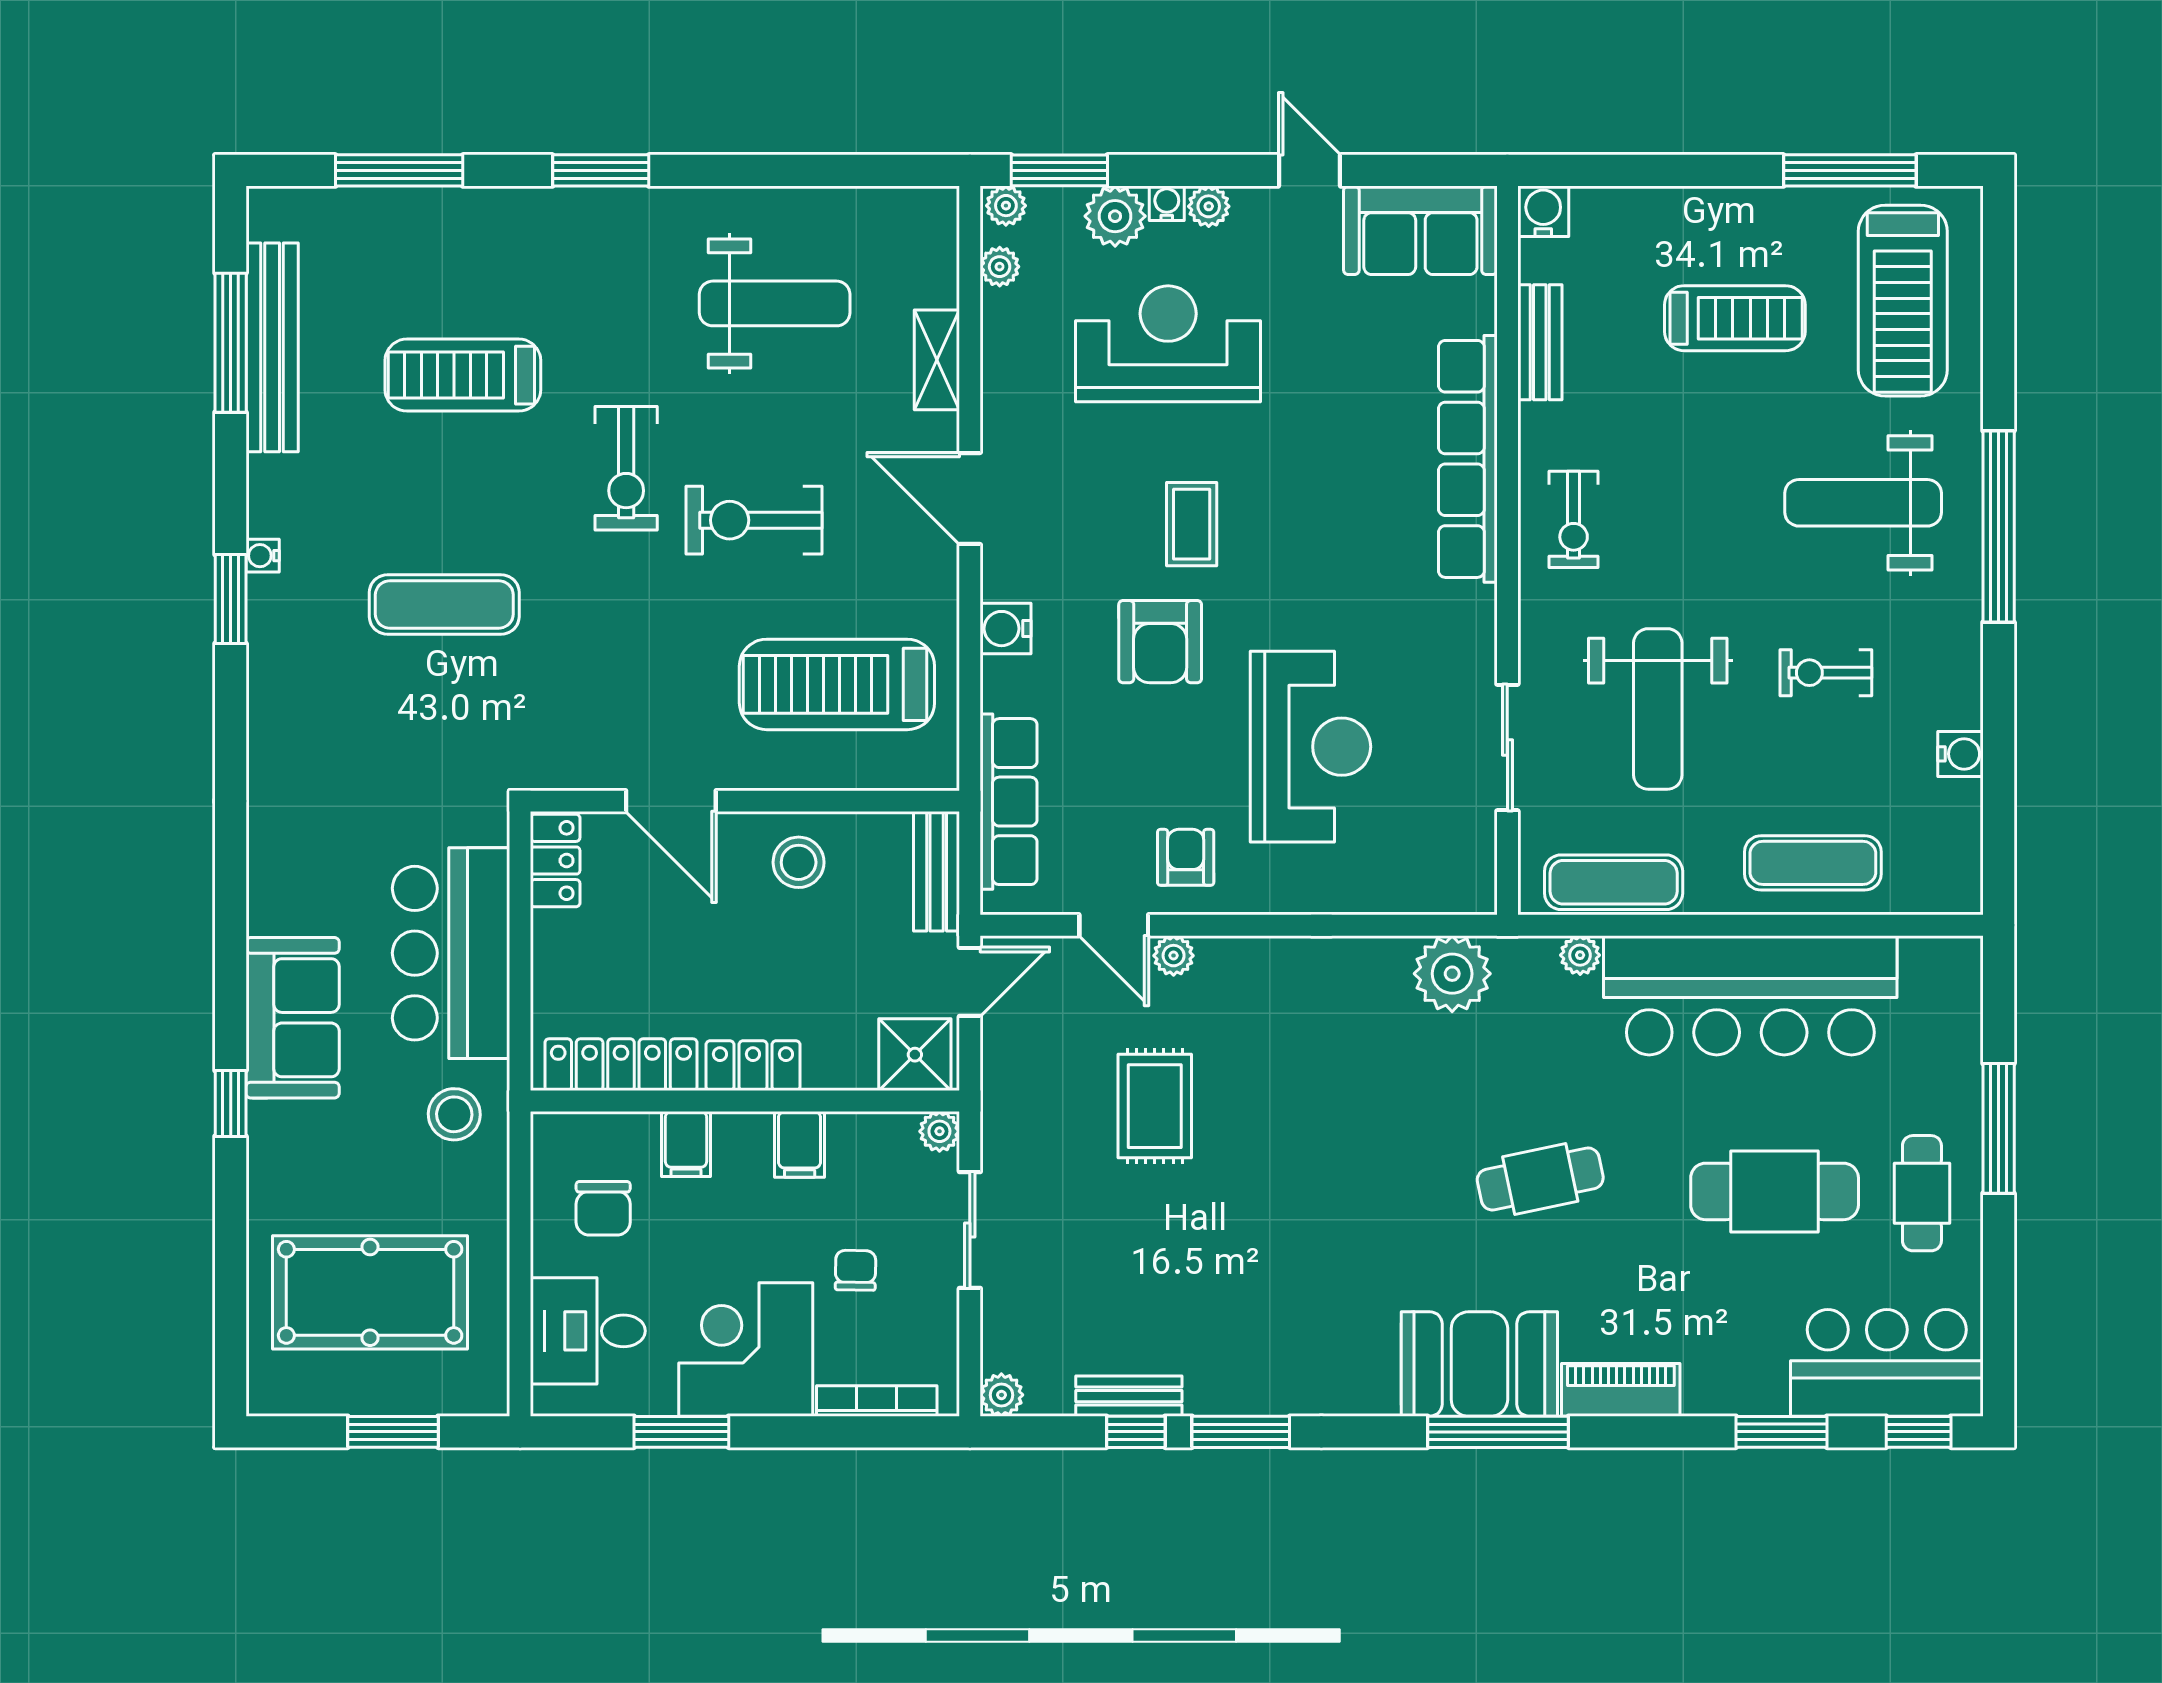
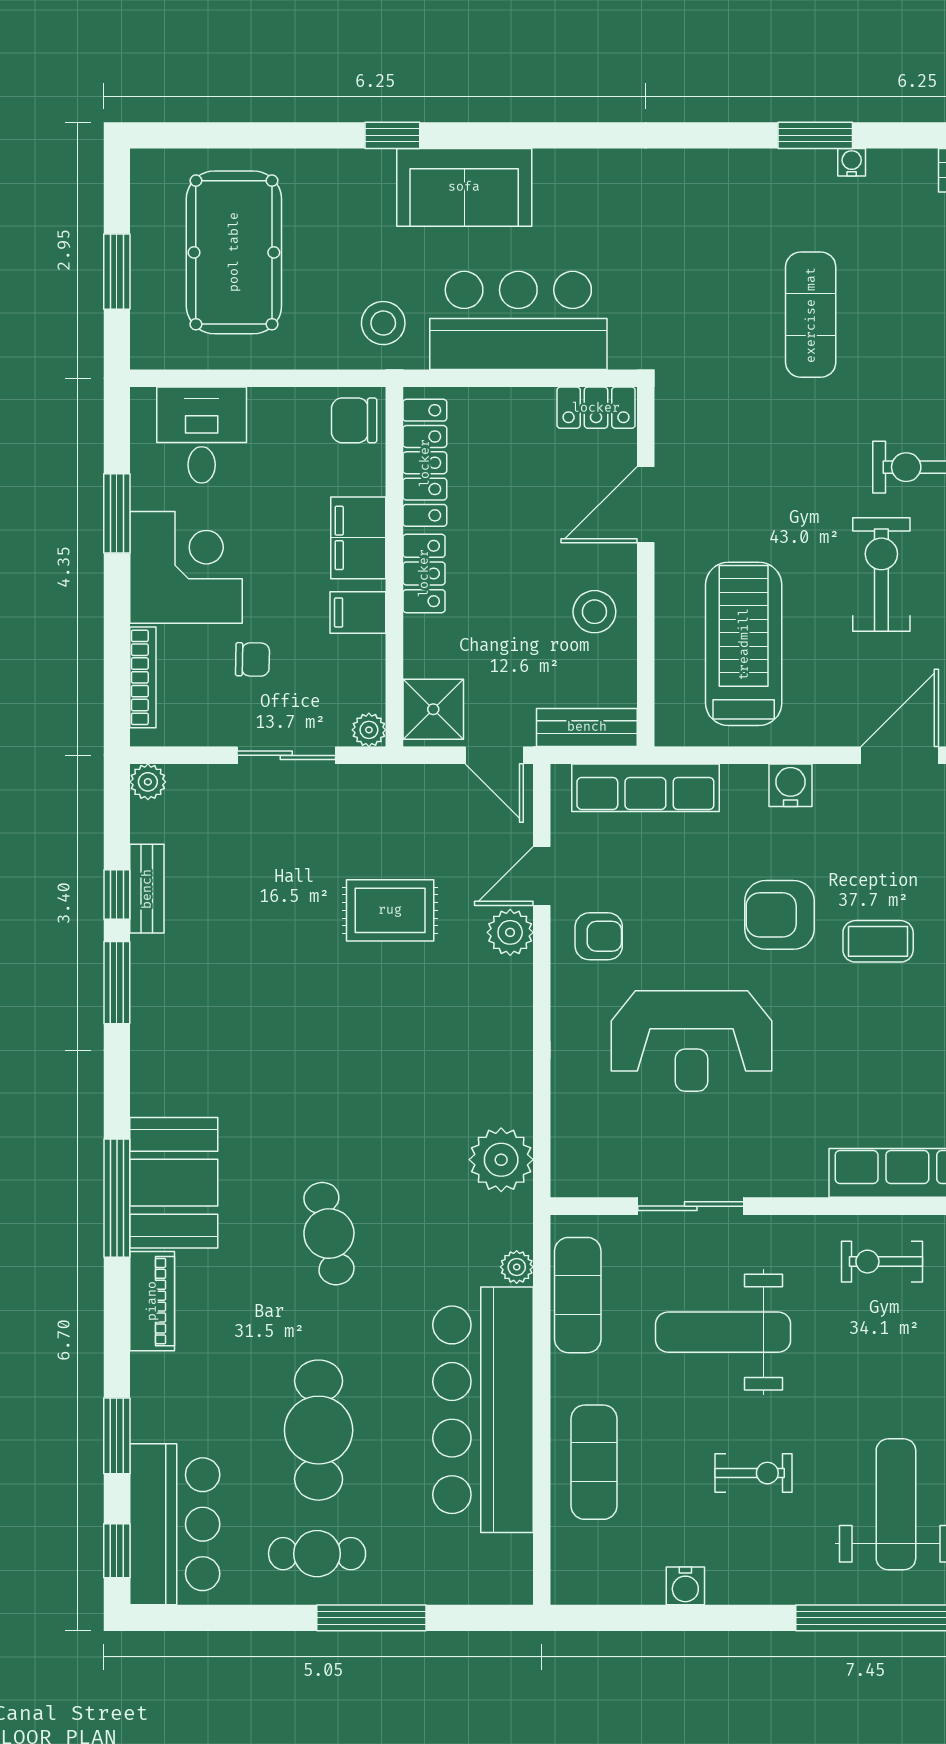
exercise bike: (1826, 673) -> (753, 1473), turned 90
plant: (1174, 956) -> (510, 932), width x1.38, depth x1.38
filing cabinet: (686, 1144) -> (358, 538), width x2.00
chair: (603, 1208) -> (354, 420), moved

